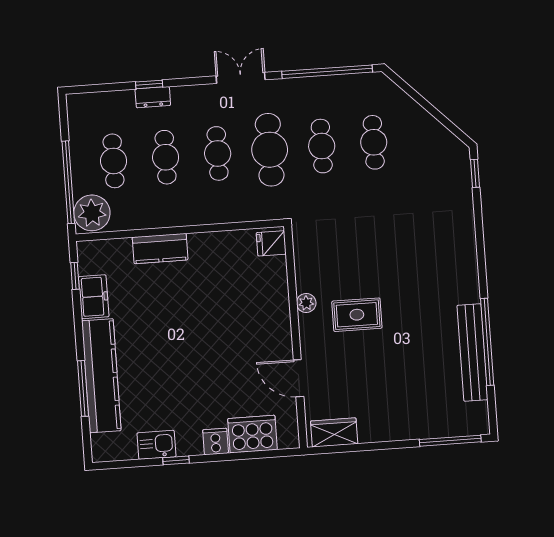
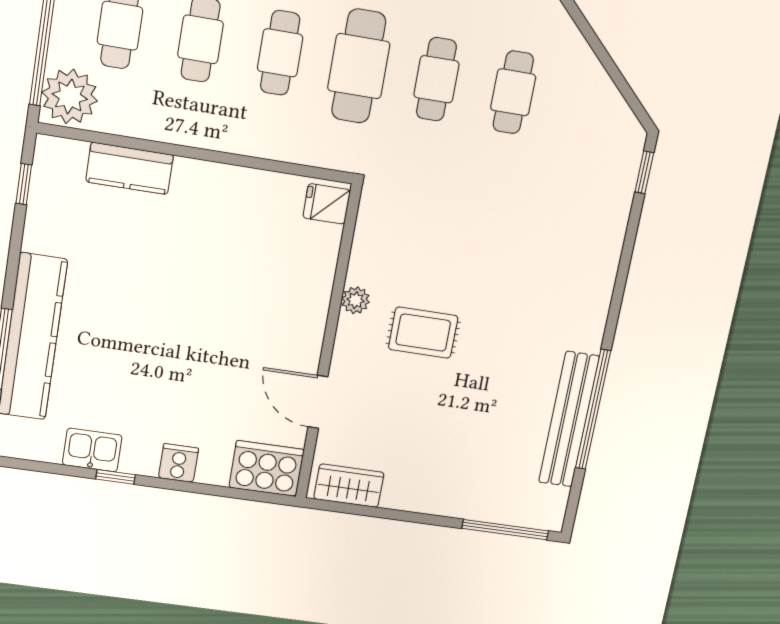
kitchen counter: (160, 249) -> (130, 168), moved
freezer: (94, 297) -> (46, 221), removed
cooker: (252, 434) -> (267, 468), moved

